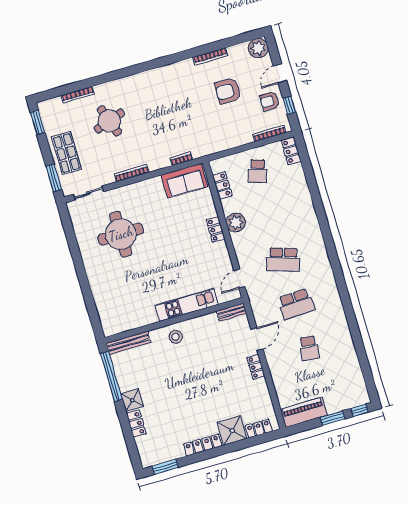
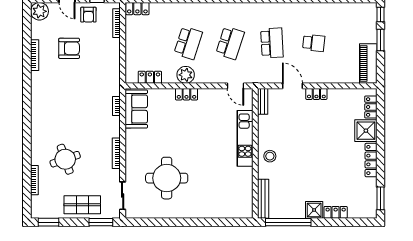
armchair: (228, 91) -> (69, 48), turned -90
school desk: (258, 171) -> (188, 43), moved, width x1.85

